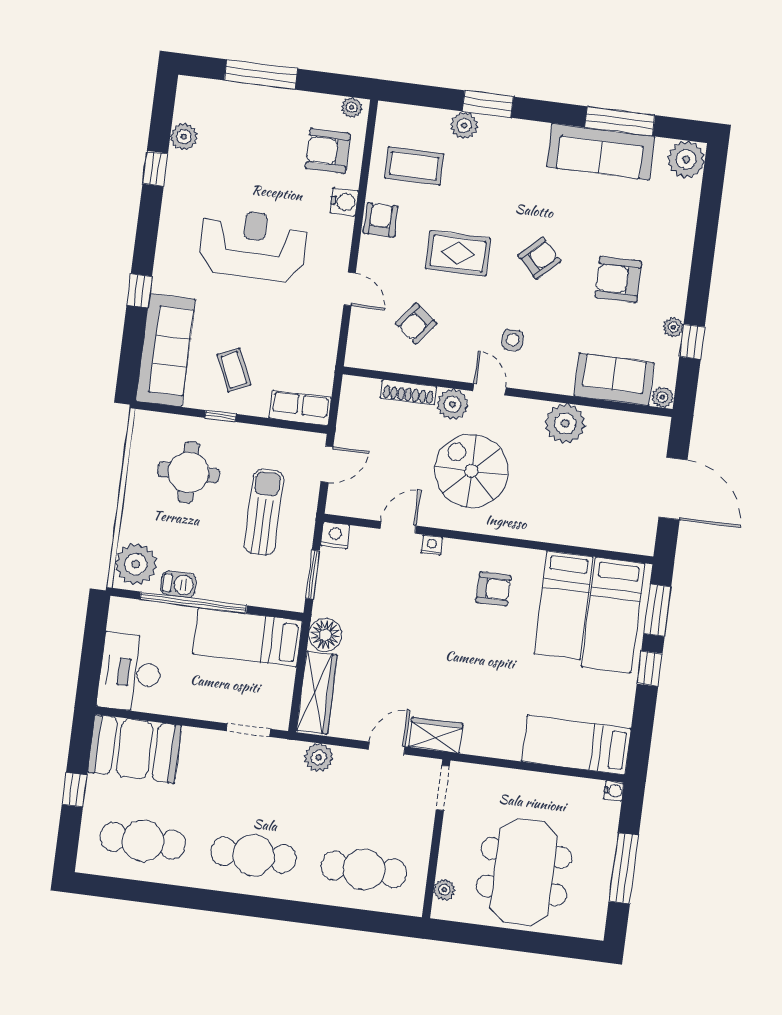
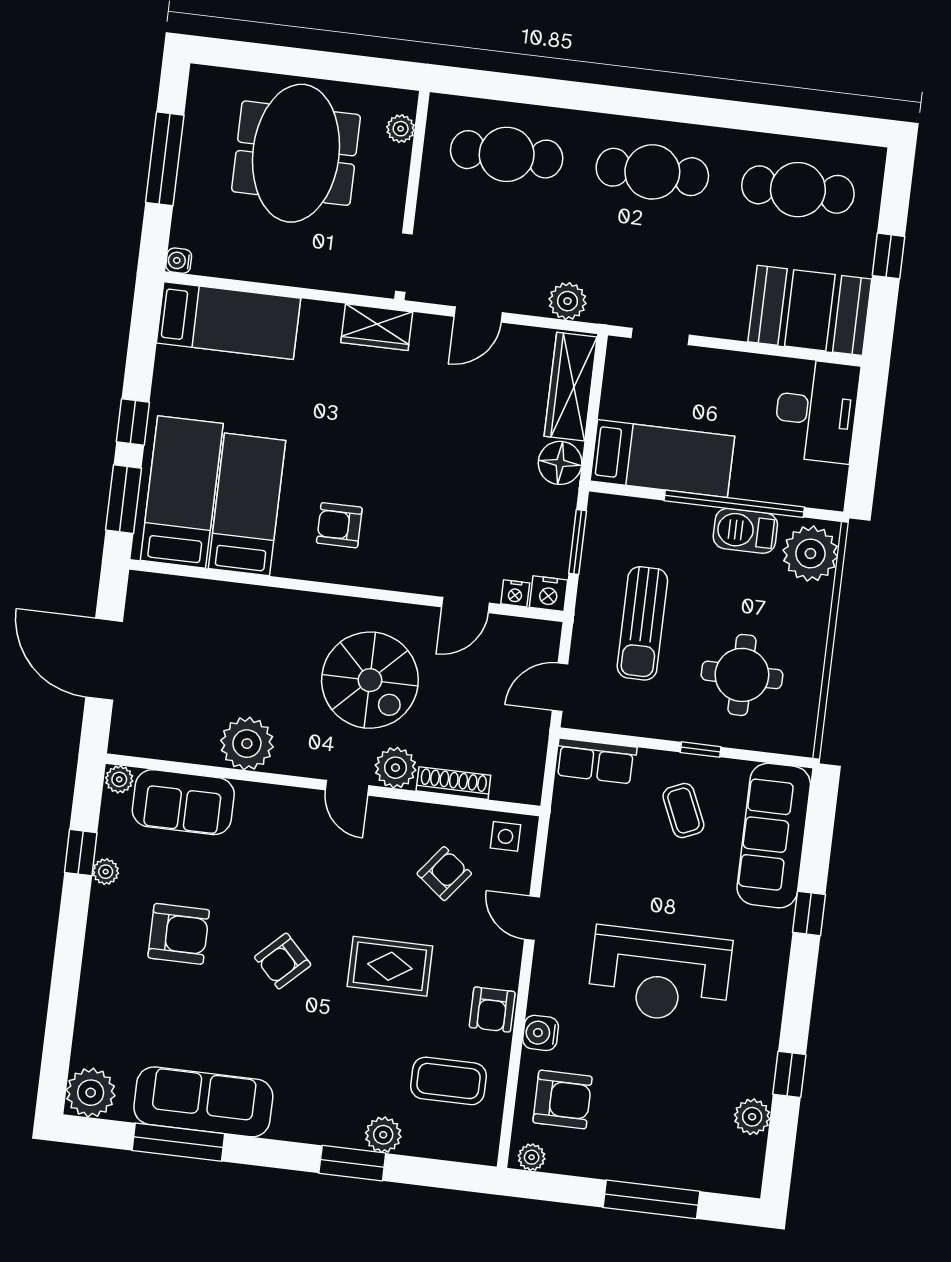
side table: (513, 340) -> (506, 836), moved
nightstand: (432, 545) -> (515, 593), moved
barbecue: (178, 584) -> (745, 531), width x1.38, depth x1.27
wardrobe: (436, 735) -> (377, 327), moved

